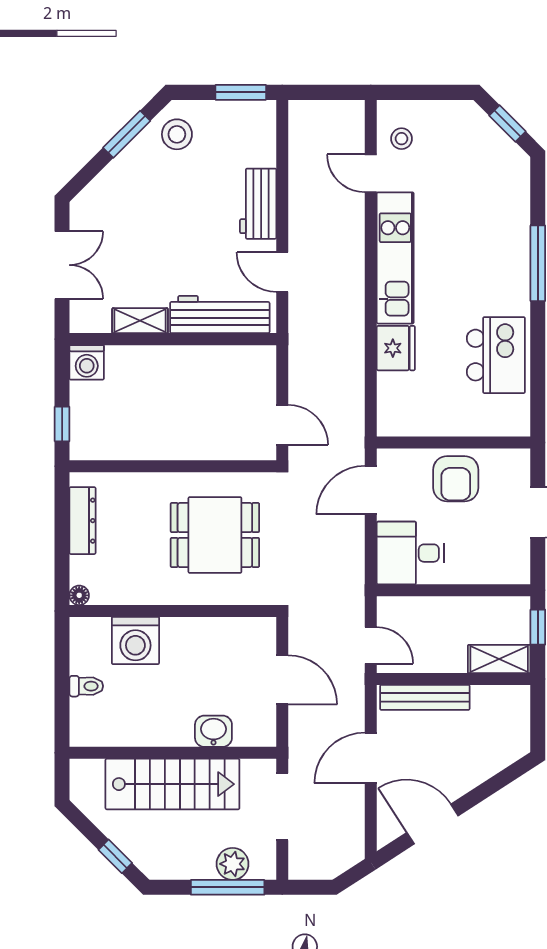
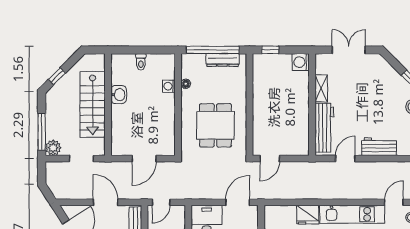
double door: (62, 265) -> (349, 50), swing flipped
door: (371, 490) -> (238, 202), hinge flipped
window: (62, 541) -> (213, 50), added
floor lamp: (79, 595) -> (186, 84), moved
washing machine: (135, 641) -> (169, 86), width x0.53, depth x0.53
washbasin: (213, 731) -> (119, 95), moved
doorway: (282, 807) -> (81, 159), width x0.73
plant: (233, 864) -> (53, 148), moved

